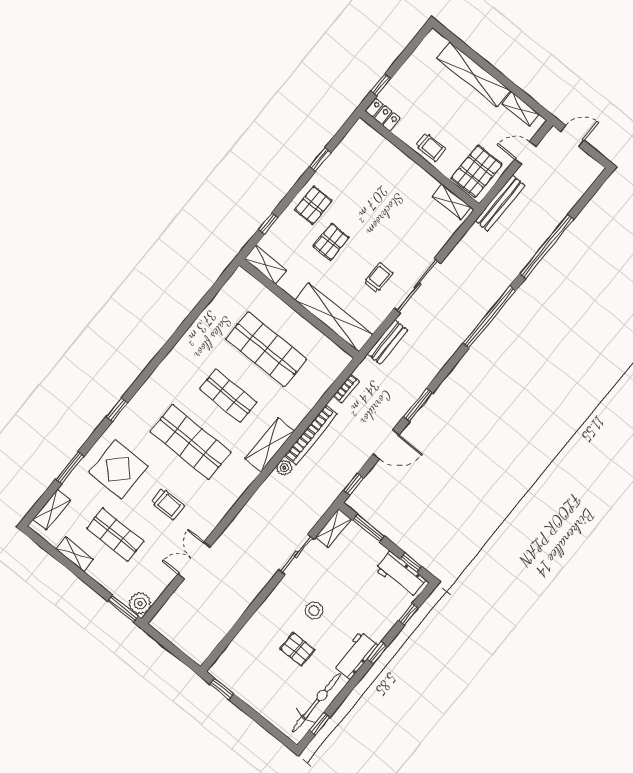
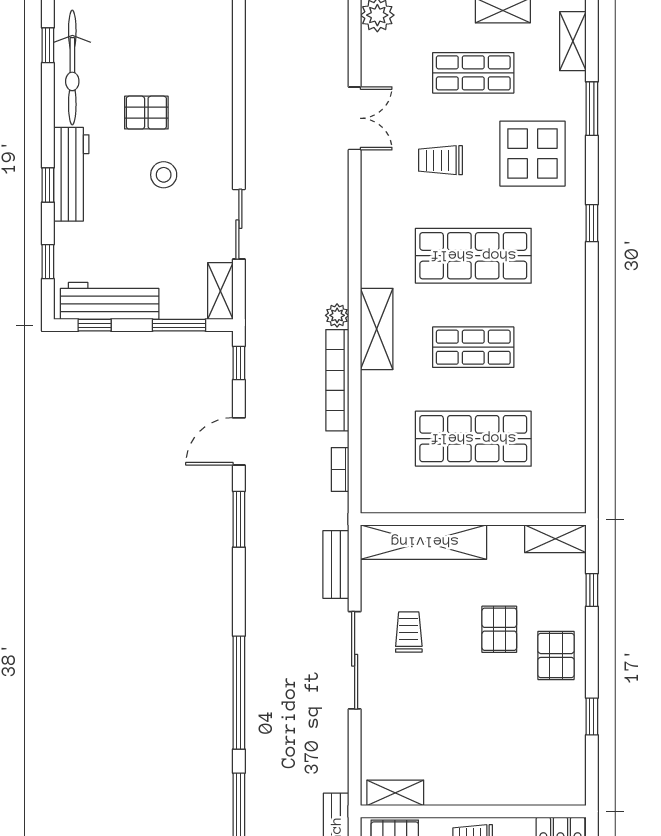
trolley: (378, 278) -> (409, 632), turned 180
workbench: (400, 574) -> (110, 301), width x1.38
workbench: (355, 655) -> (71, 174), width x1.38

